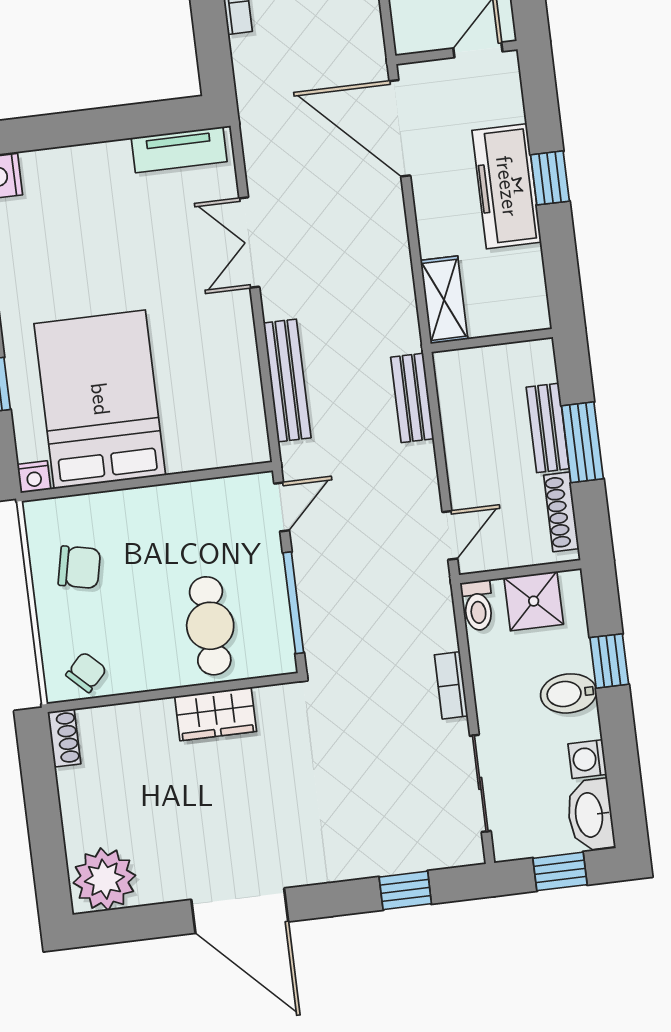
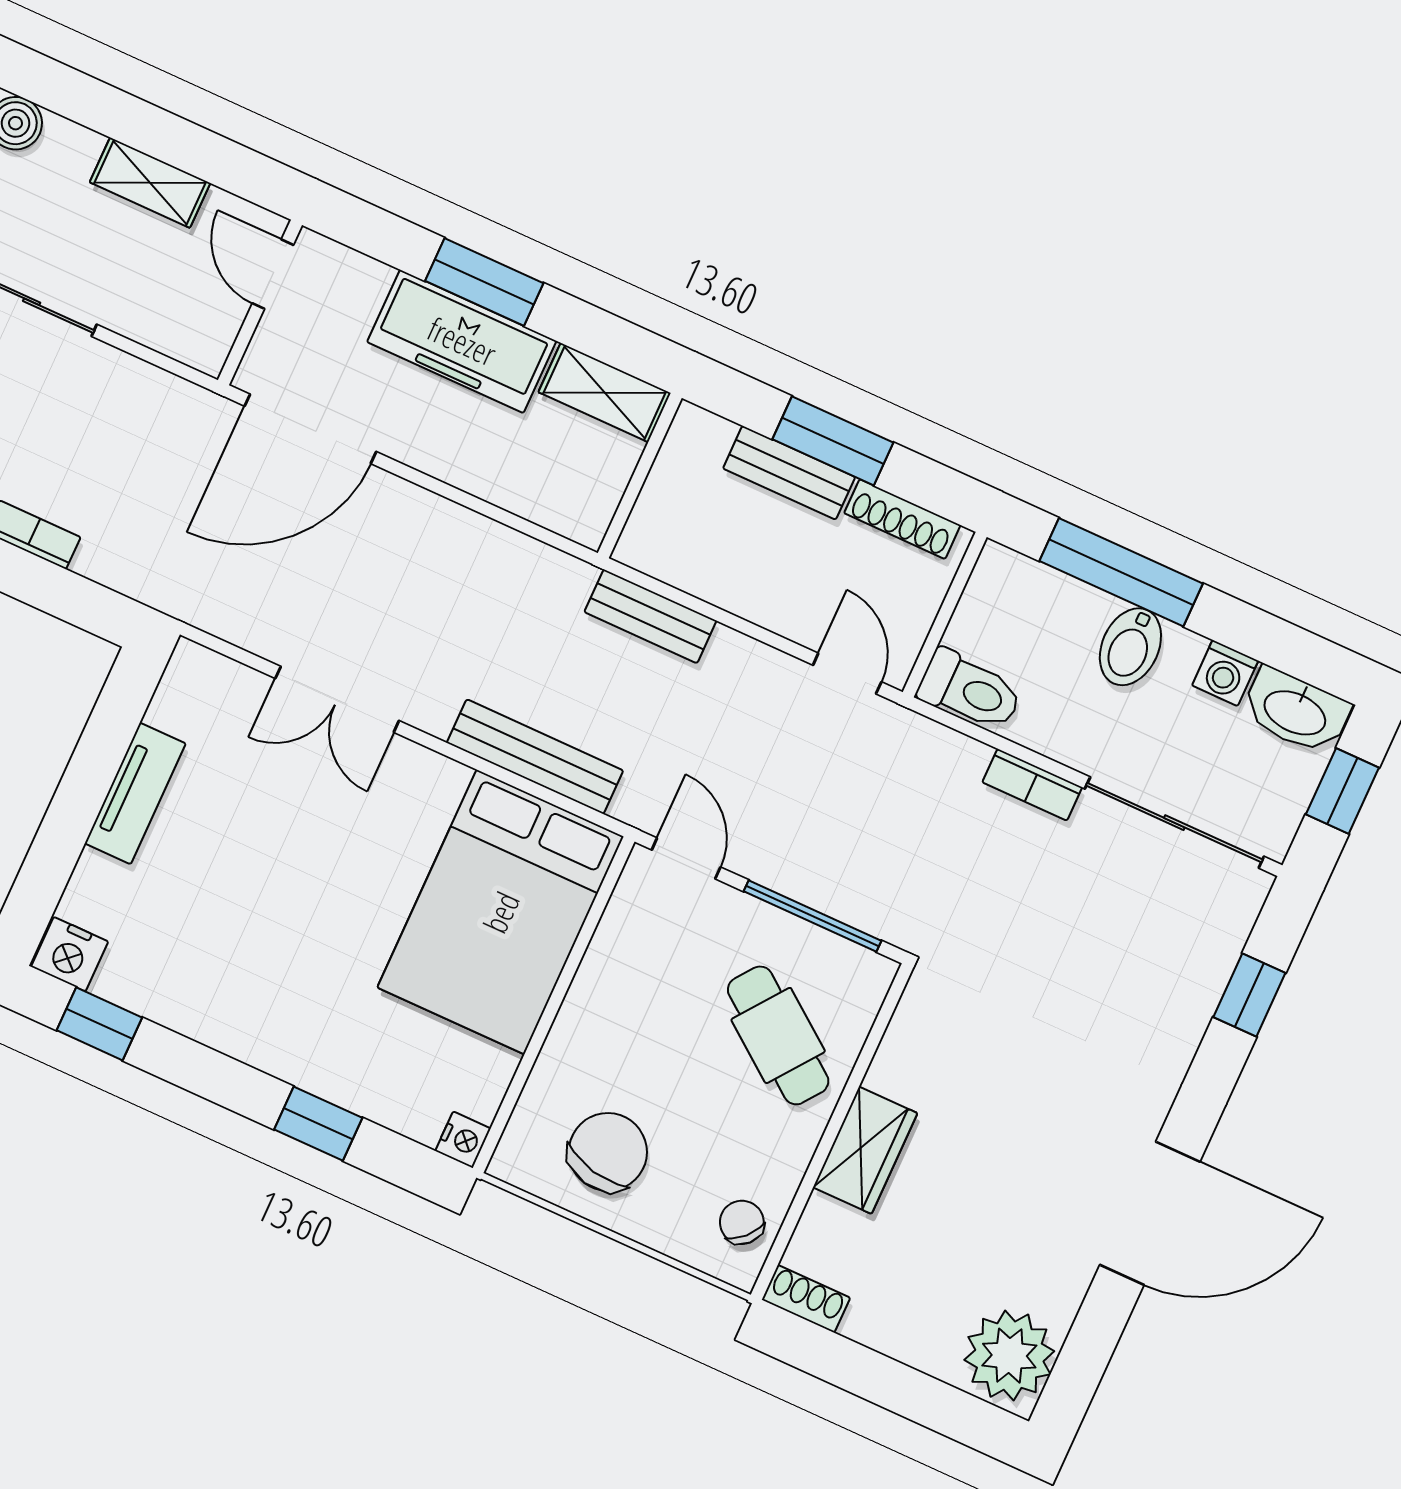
tv unit: (179, 150) -> (135, 793), moved
window: (550, 178) -> (484, 282), width x1.50
shelving: (444, 300) -> (605, 393), moved
bed: (100, 399) -> (501, 912), moved, turned -90
chair: (79, 567) -> (608, 1152), width x1.37, depth x1.37
shower: (534, 601) -> (991, 620), removed
toilet: (478, 606) -> (970, 690), width x1.37, depth x1.39
cafe table: (210, 626) -> (778, 1035), turned 37
window: (609, 661) -> (1121, 572), width x2.17
wardrobe: (216, 714) -> (865, 1150), moved
sliding door: (480, 783) -> (1174, 823), width x1.37

